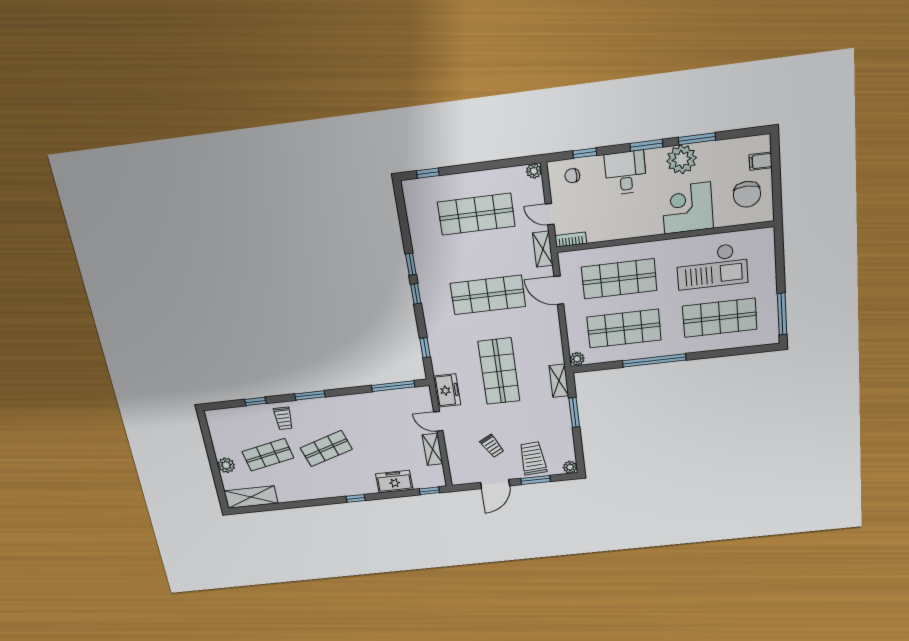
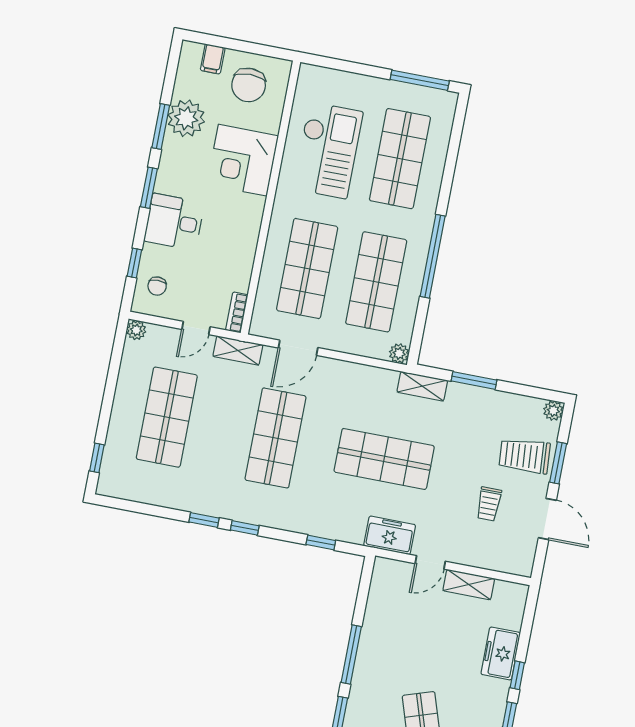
plant: (682, 159) -> (186, 118), moved
chair: (747, 194) -> (249, 85), turned 90
window: (393, 386) -> (351, 655), moved
trolley: (492, 446) -> (489, 504), turned 119
window: (429, 491) -> (517, 675), moved

